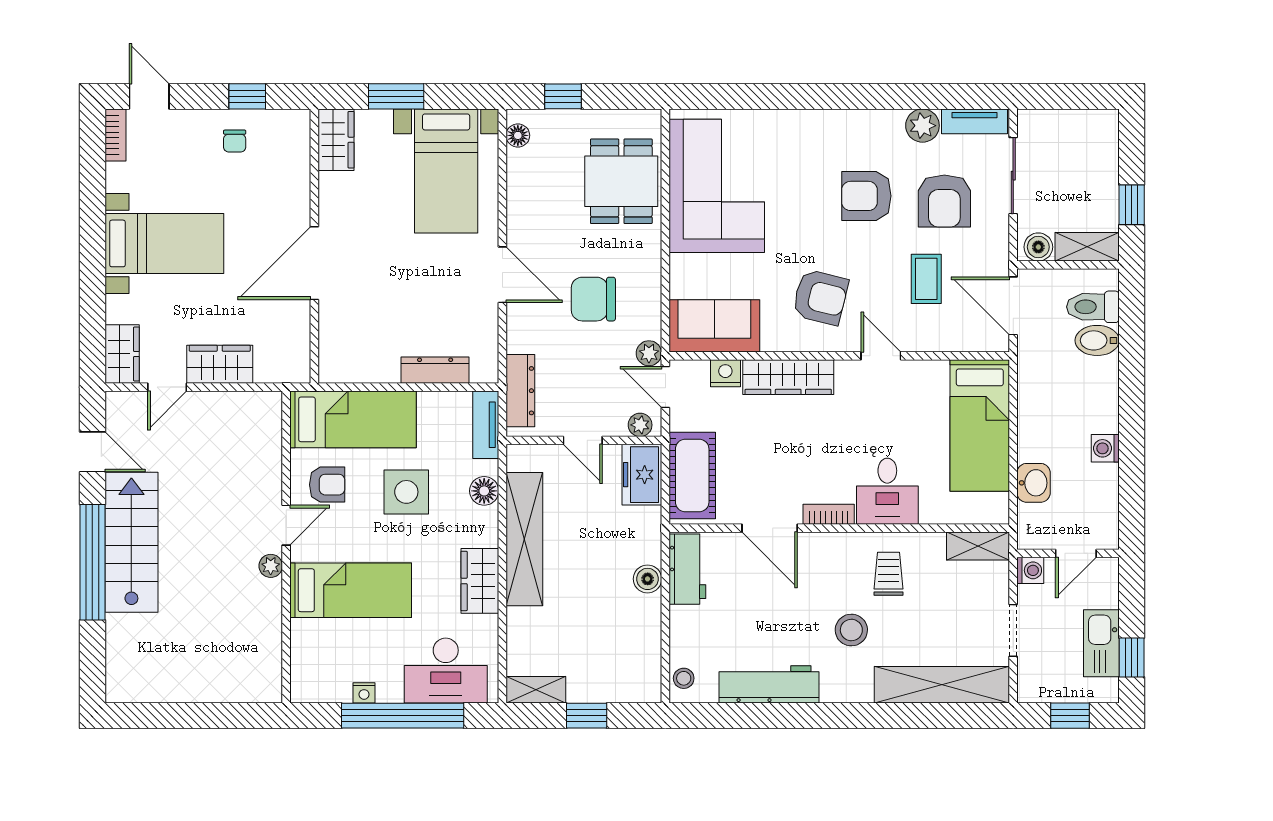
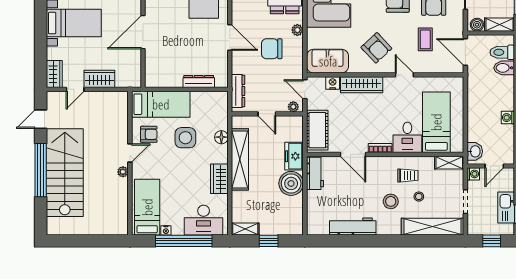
armchair: (820, 297) -> (376, 48), turned 33
plant: (649, 353) -> (297, 30), moved
tv unit: (486, 425) -> (222, 107), removed
bed: (980, 425) -> (436, 122), moved, turned 180
door: (92, 452) -> (41, 119), swing flipped
freezer: (642, 475) -> (294, 156), moved
washbasin: (1034, 483) -> (475, 151), moved
stairs: (131, 542) -> (65, 173), width x1.36, depth x1.51
trolley: (888, 574) -> (408, 175), turned 90
boiler: (648, 579) -> (291, 183), width x1.86, depth x1.86
bed: (351, 590) -> (147, 207), moved, turned -90
stool: (684, 678) -> (419, 197), moved

